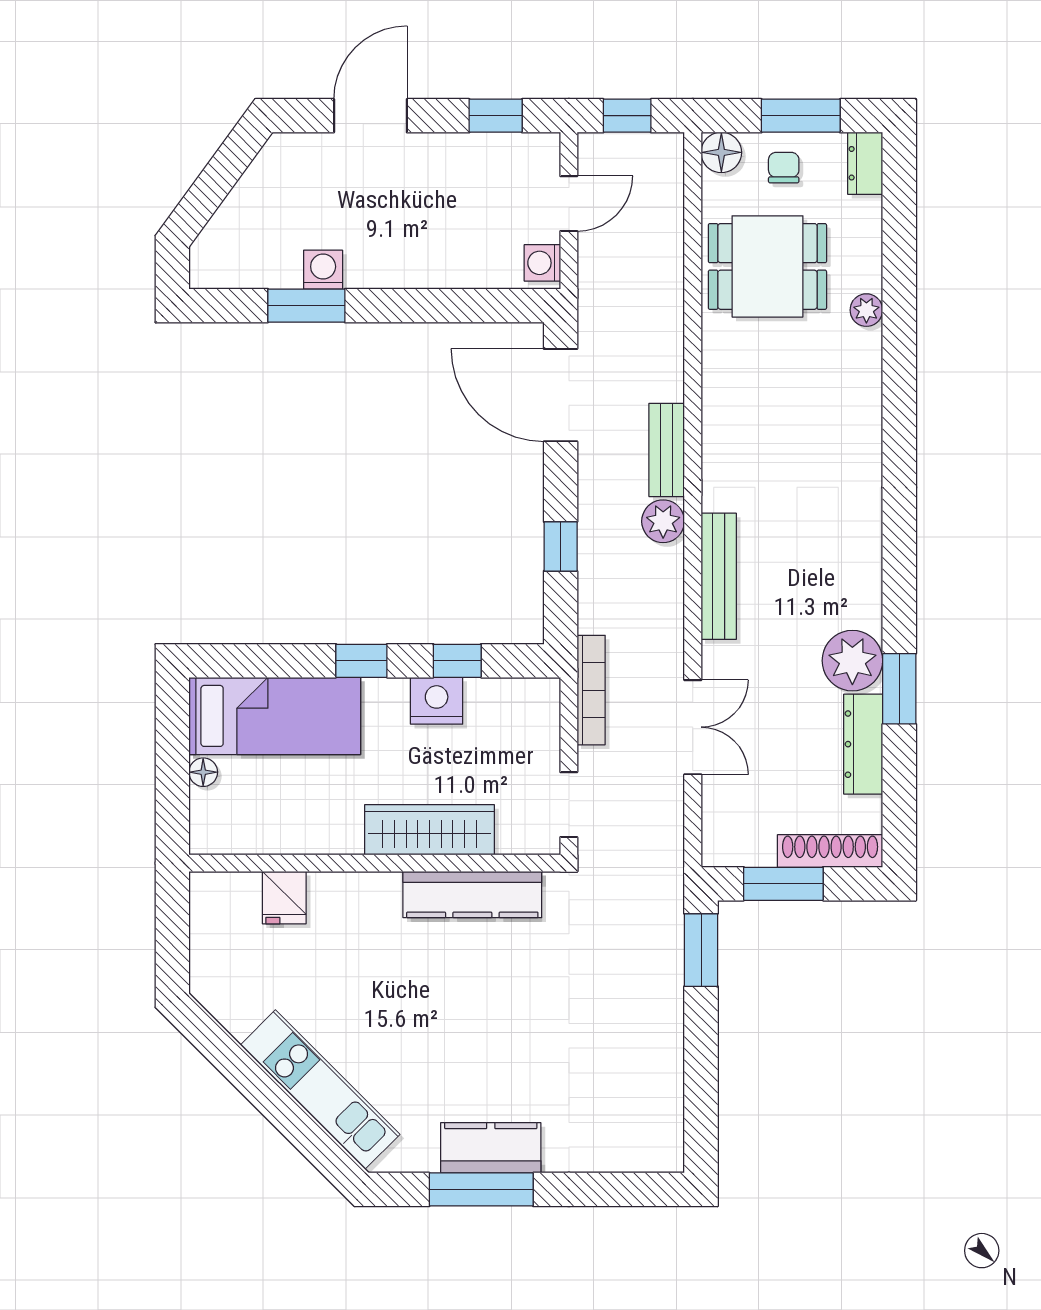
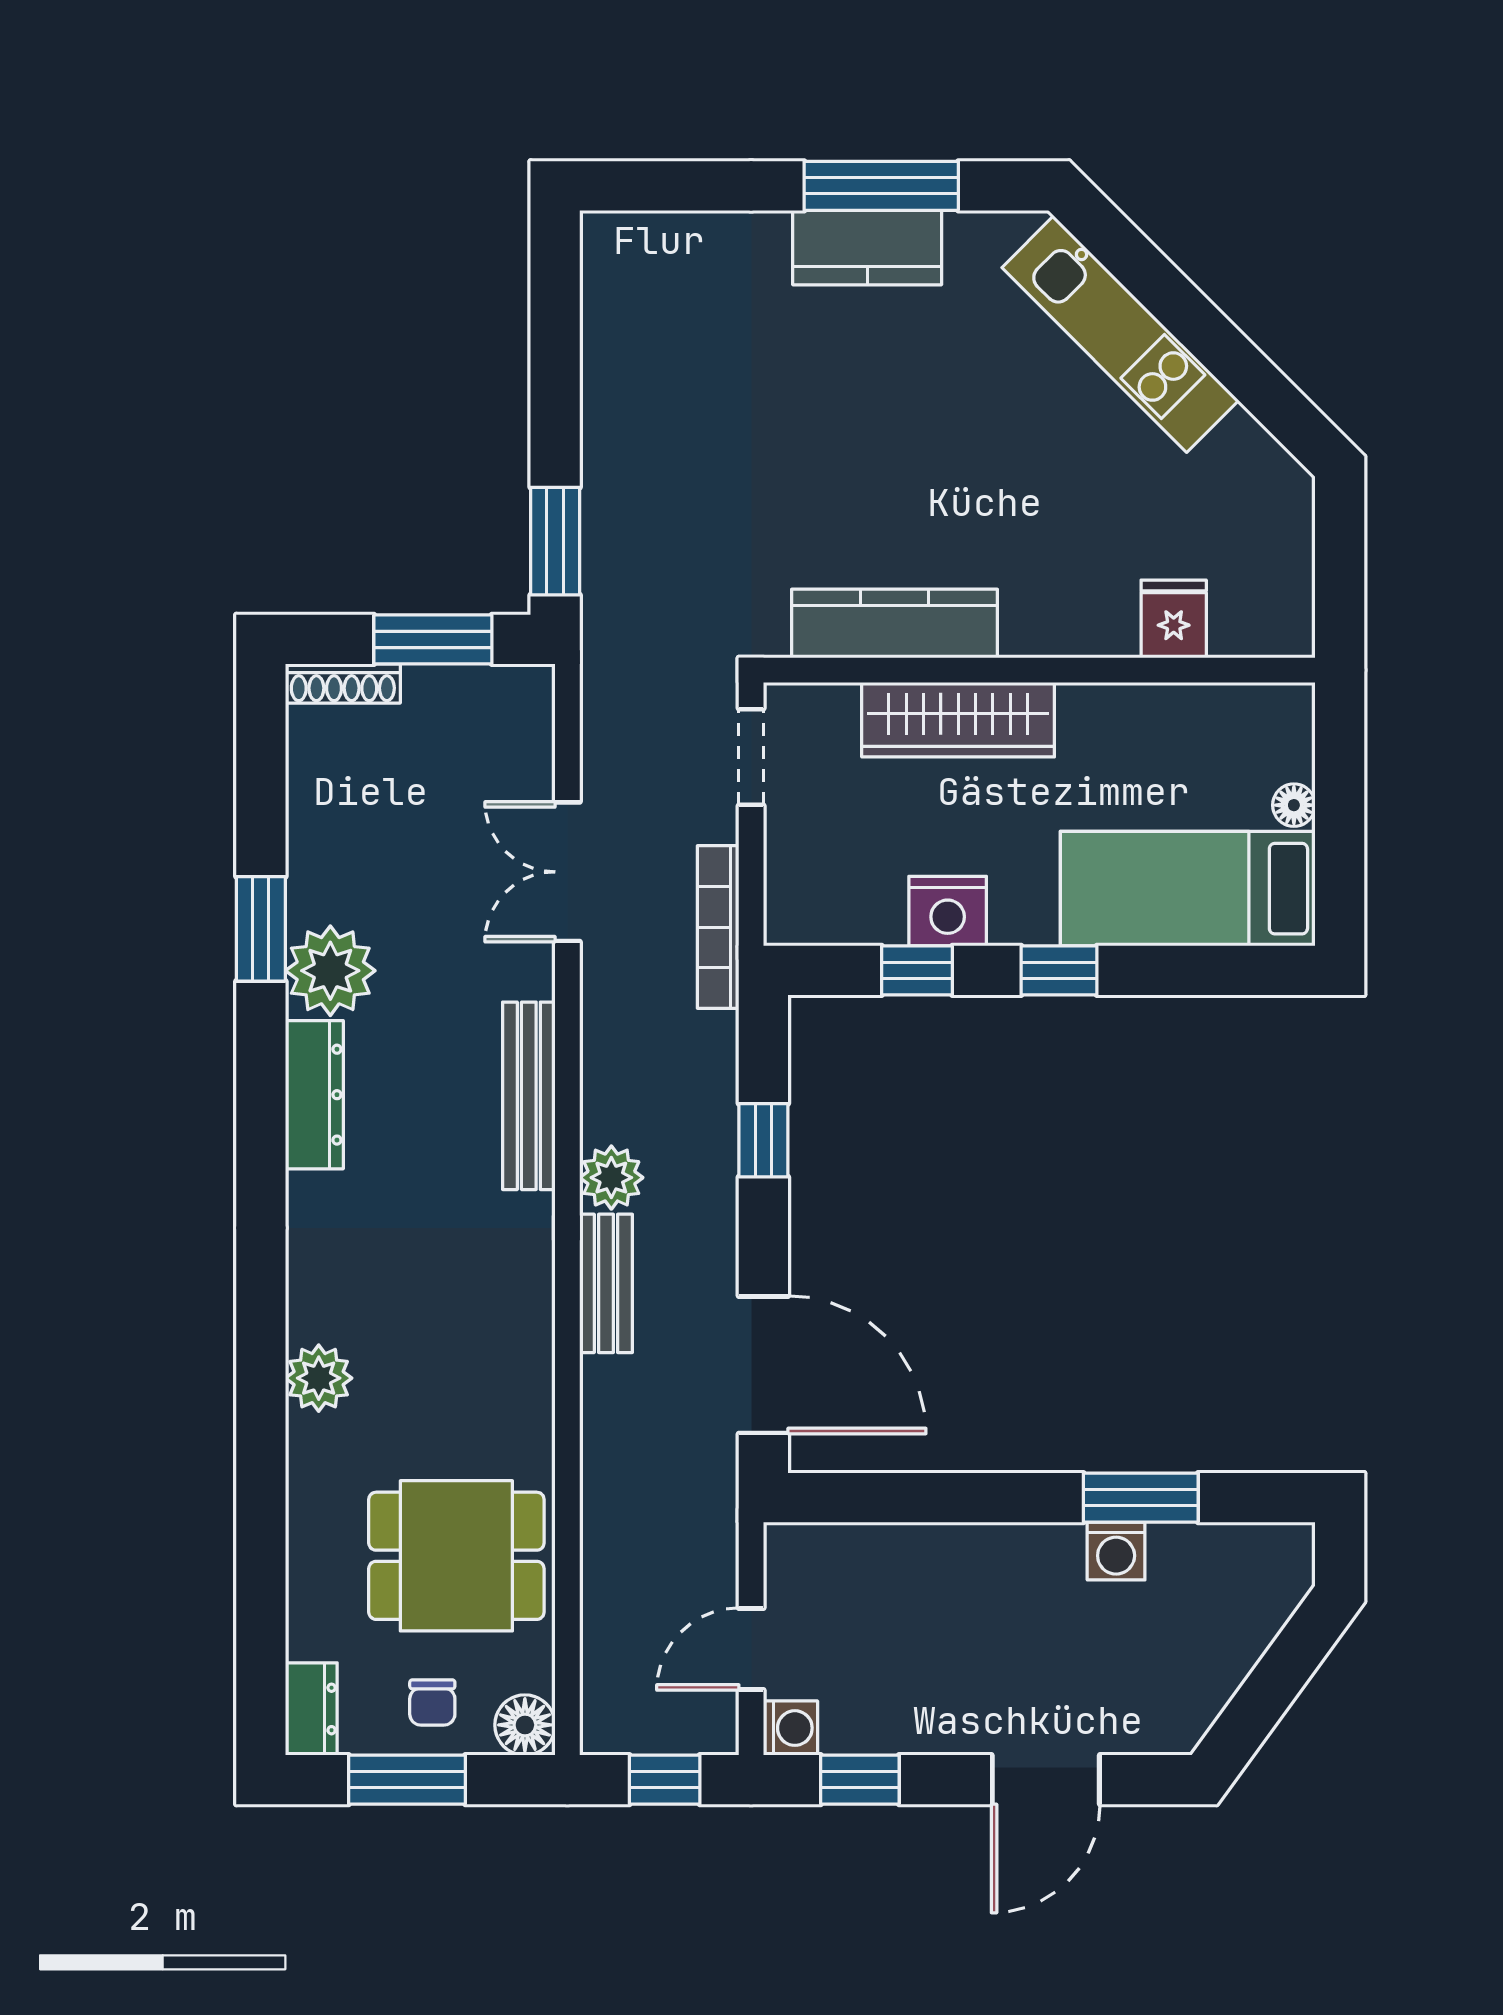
washing machine: (542, 263) -> (791, 1728), moved
plant: (866, 310) -> (319, 1378), moved, width x1.38, depth x1.38
dresser: (863, 744) -> (314, 1095), moved
shoe rack: (830, 851) -> (343, 684), width x0.74, depth x0.81

